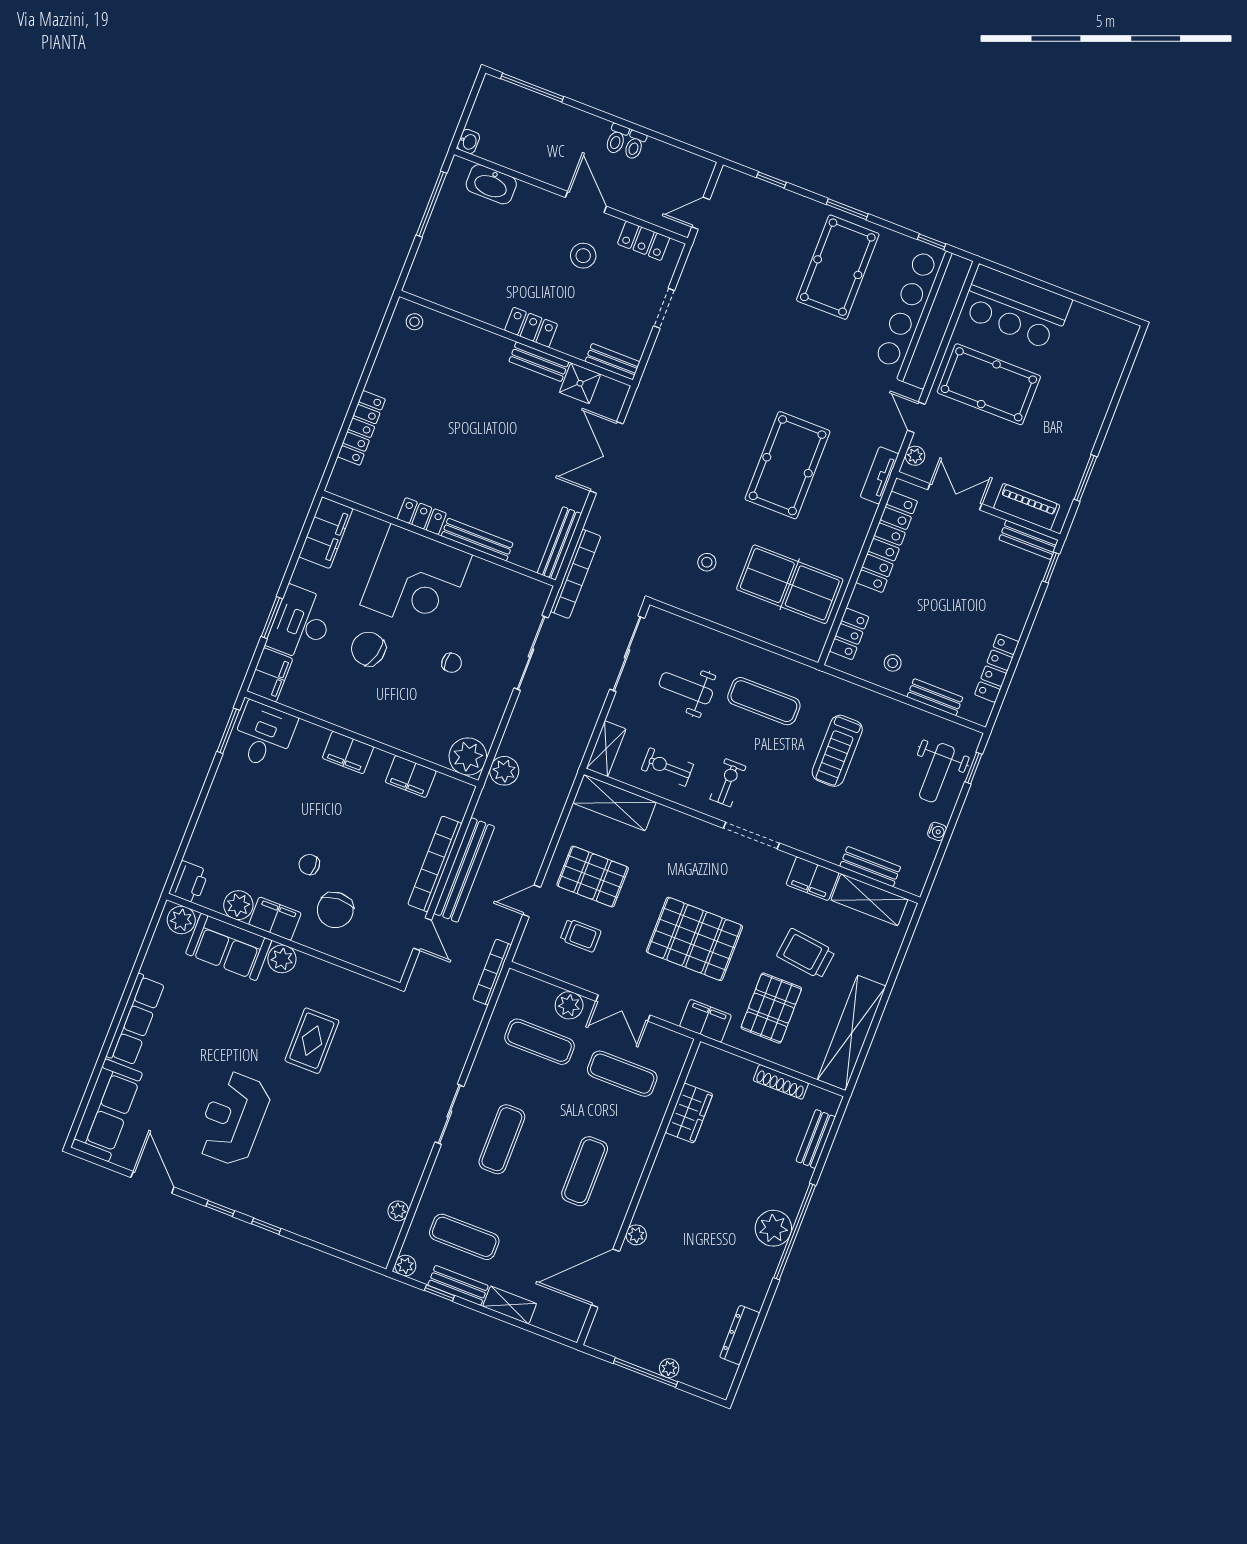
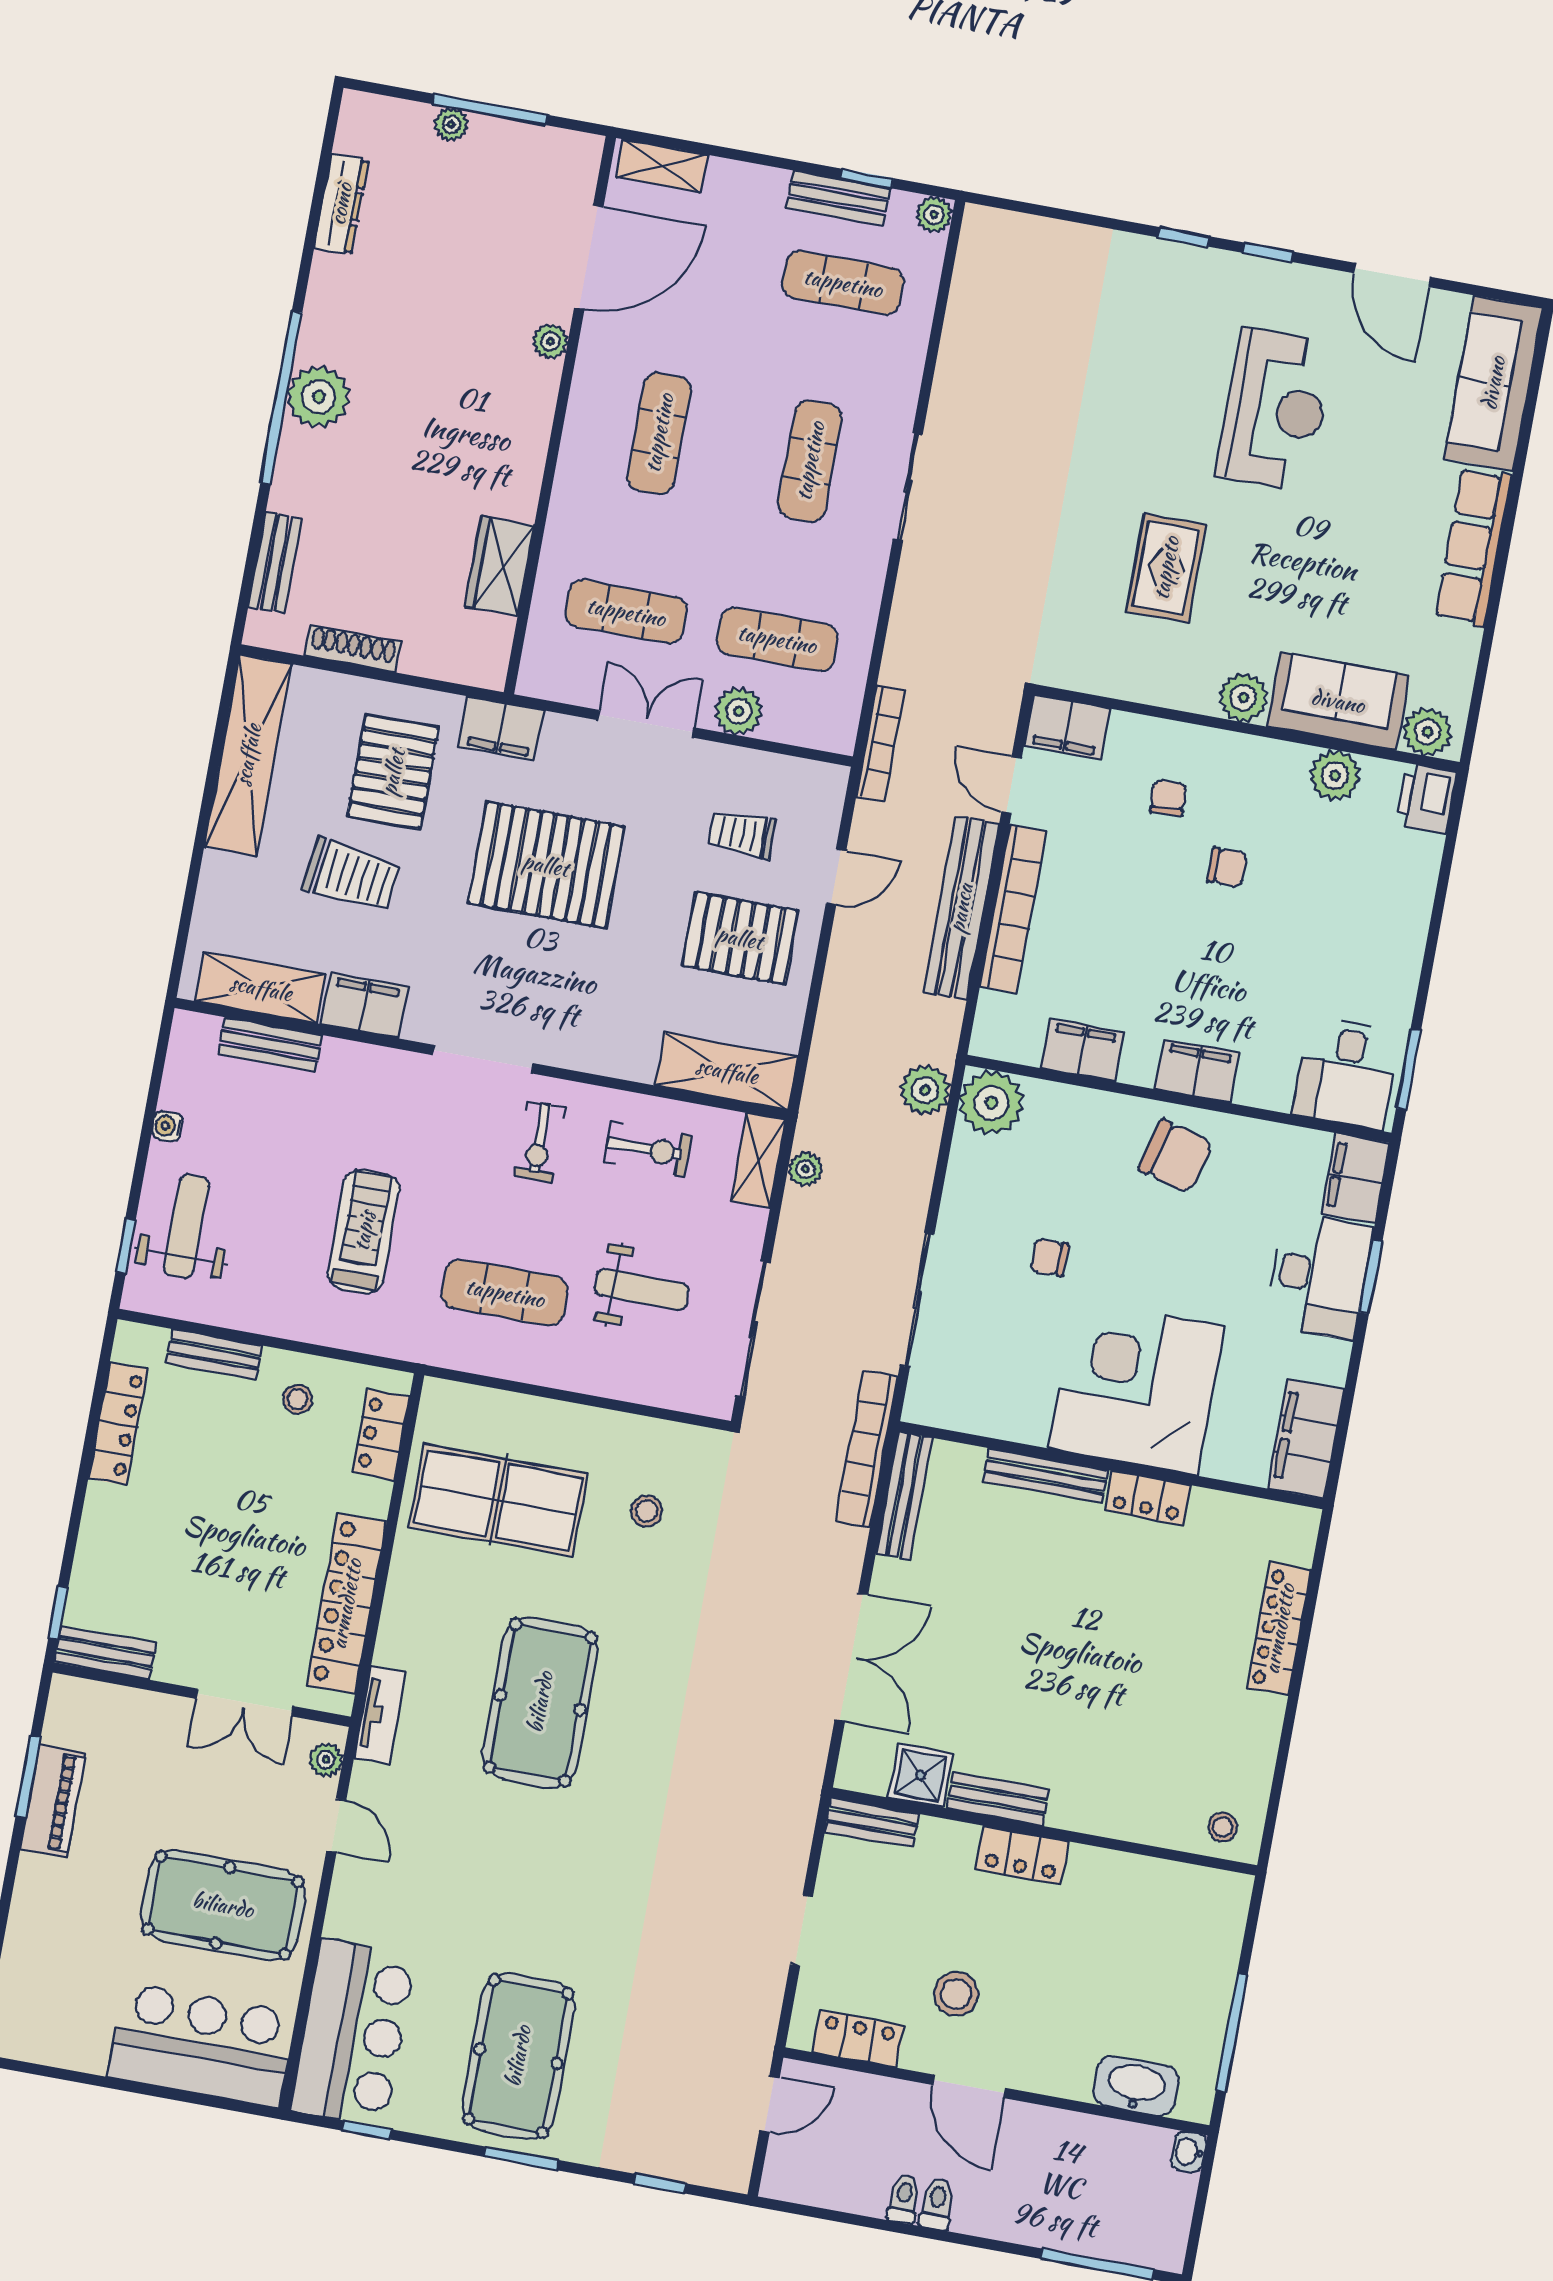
bar counter: (922, 315) -> (353, 2033), width x0.73
piano: (1027, 507) -> (53, 1801), moved, turned -90
chair: (368, 649) -> (1176, 1156), moved
chair: (335, 910) -> (1168, 798), width x0.54, depth x0.54
filing cabinet: (275, 919) -> (1067, 727), moved
plant: (398, 1211) -> (805, 1169), moved
shelving: (510, 1305) -> (662, 166), moved

